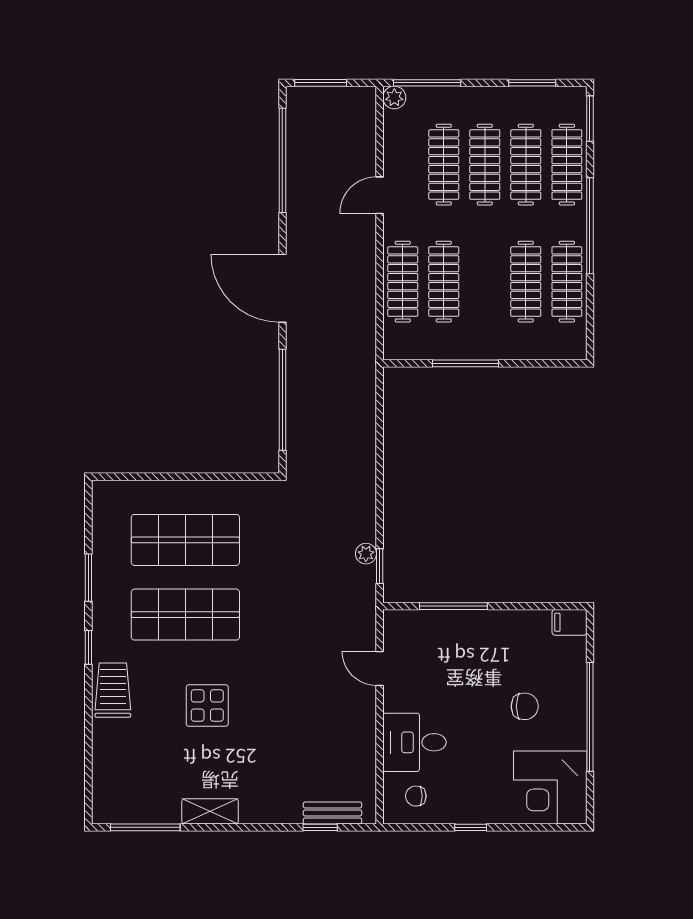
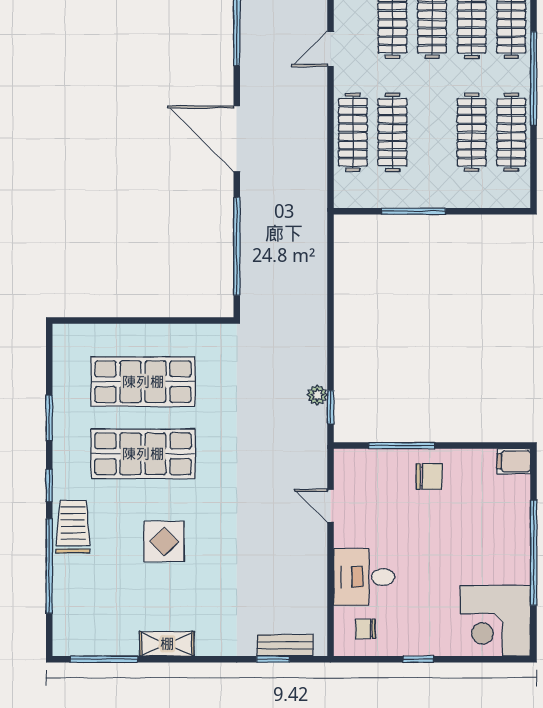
chair: (525, 706) -> (429, 476), moved
window: (88, 731) -> (49, 566), added

